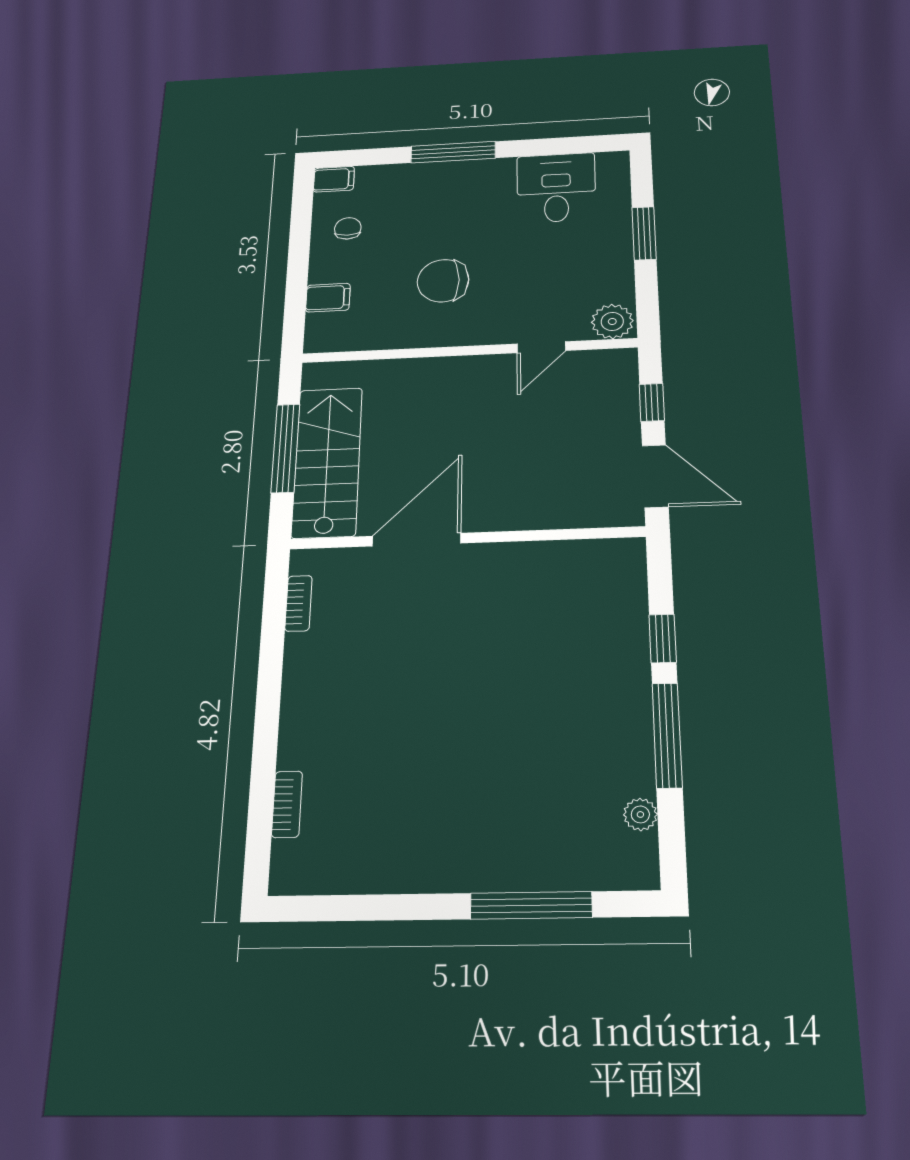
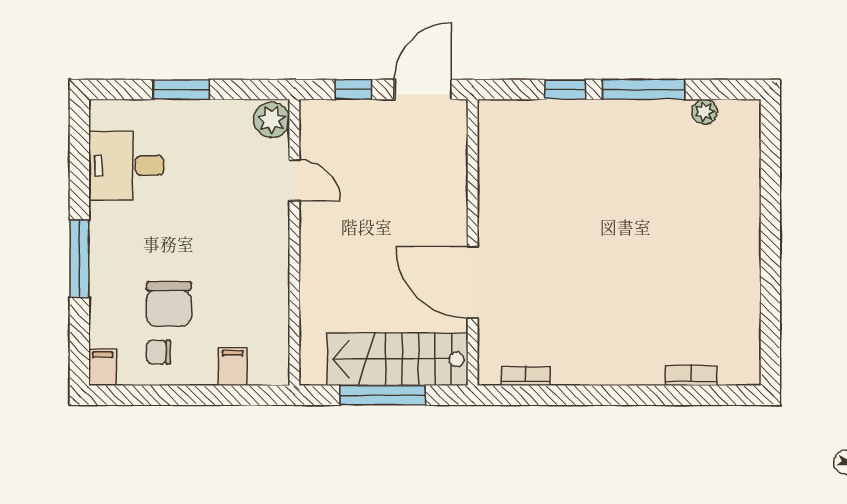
chair: (443, 281) -> (169, 304), moved
window: (531, 905) -> (770, 192), removed

